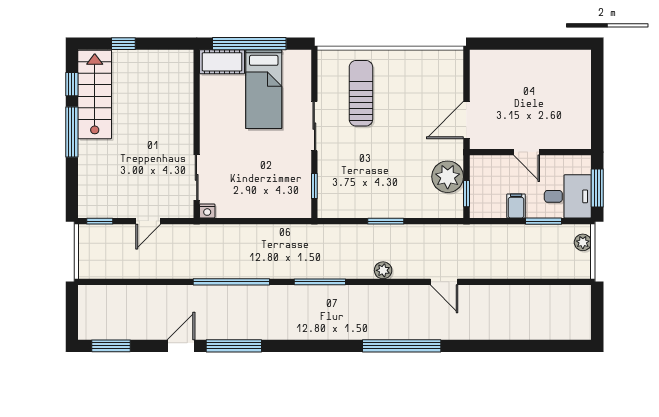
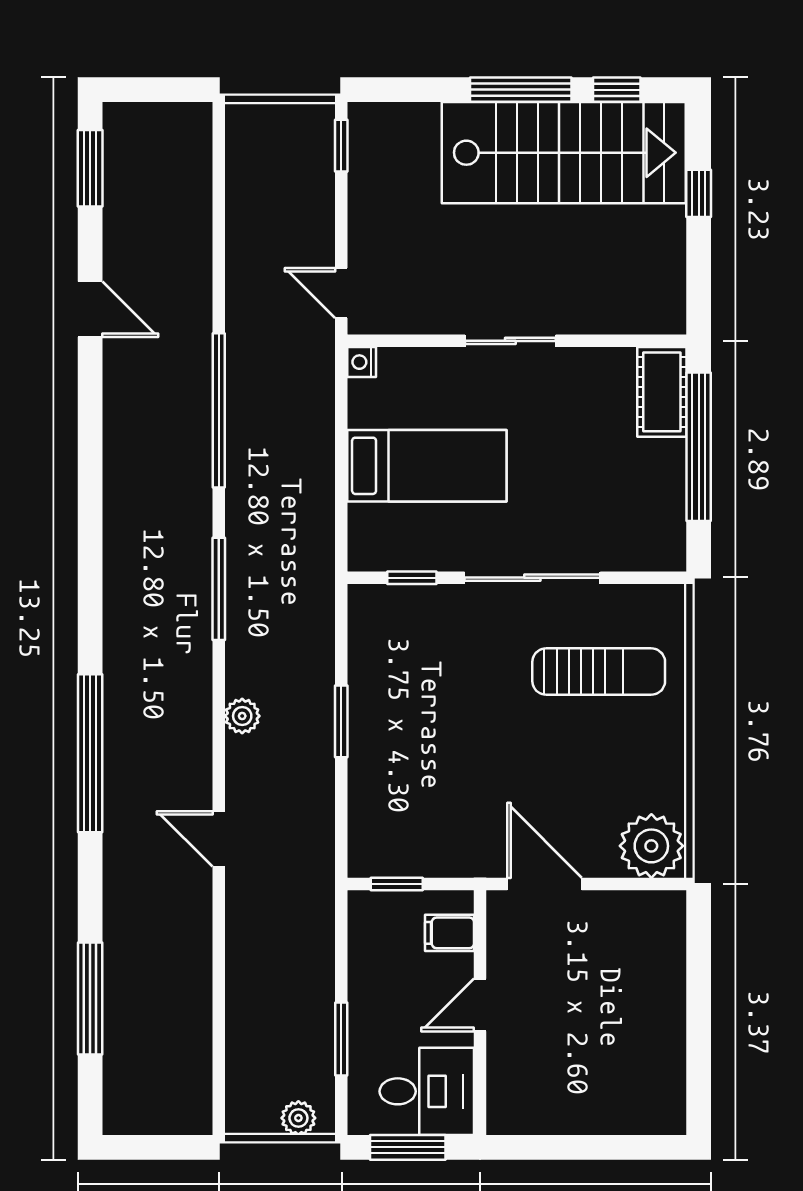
bed: (264, 89) -> (427, 466), moved, turned 180
stairs: (95, 94) -> (564, 153), width x1.36, depth x1.51
sliding door: (314, 126) -> (532, 578), width x1.37
sliding door: (197, 177) -> (510, 341), moved
plant: (448, 177) -> (651, 846), moved
desk: (568, 196) -> (427, 1091), moved, turned -90
filing cabinet: (516, 206) -> (450, 933), moved, turned 180
door: (148, 221) -> (341, 293), moved
door: (444, 282) -> (219, 839), hinge flipped
window: (234, 346) -> (90, 999), moved

